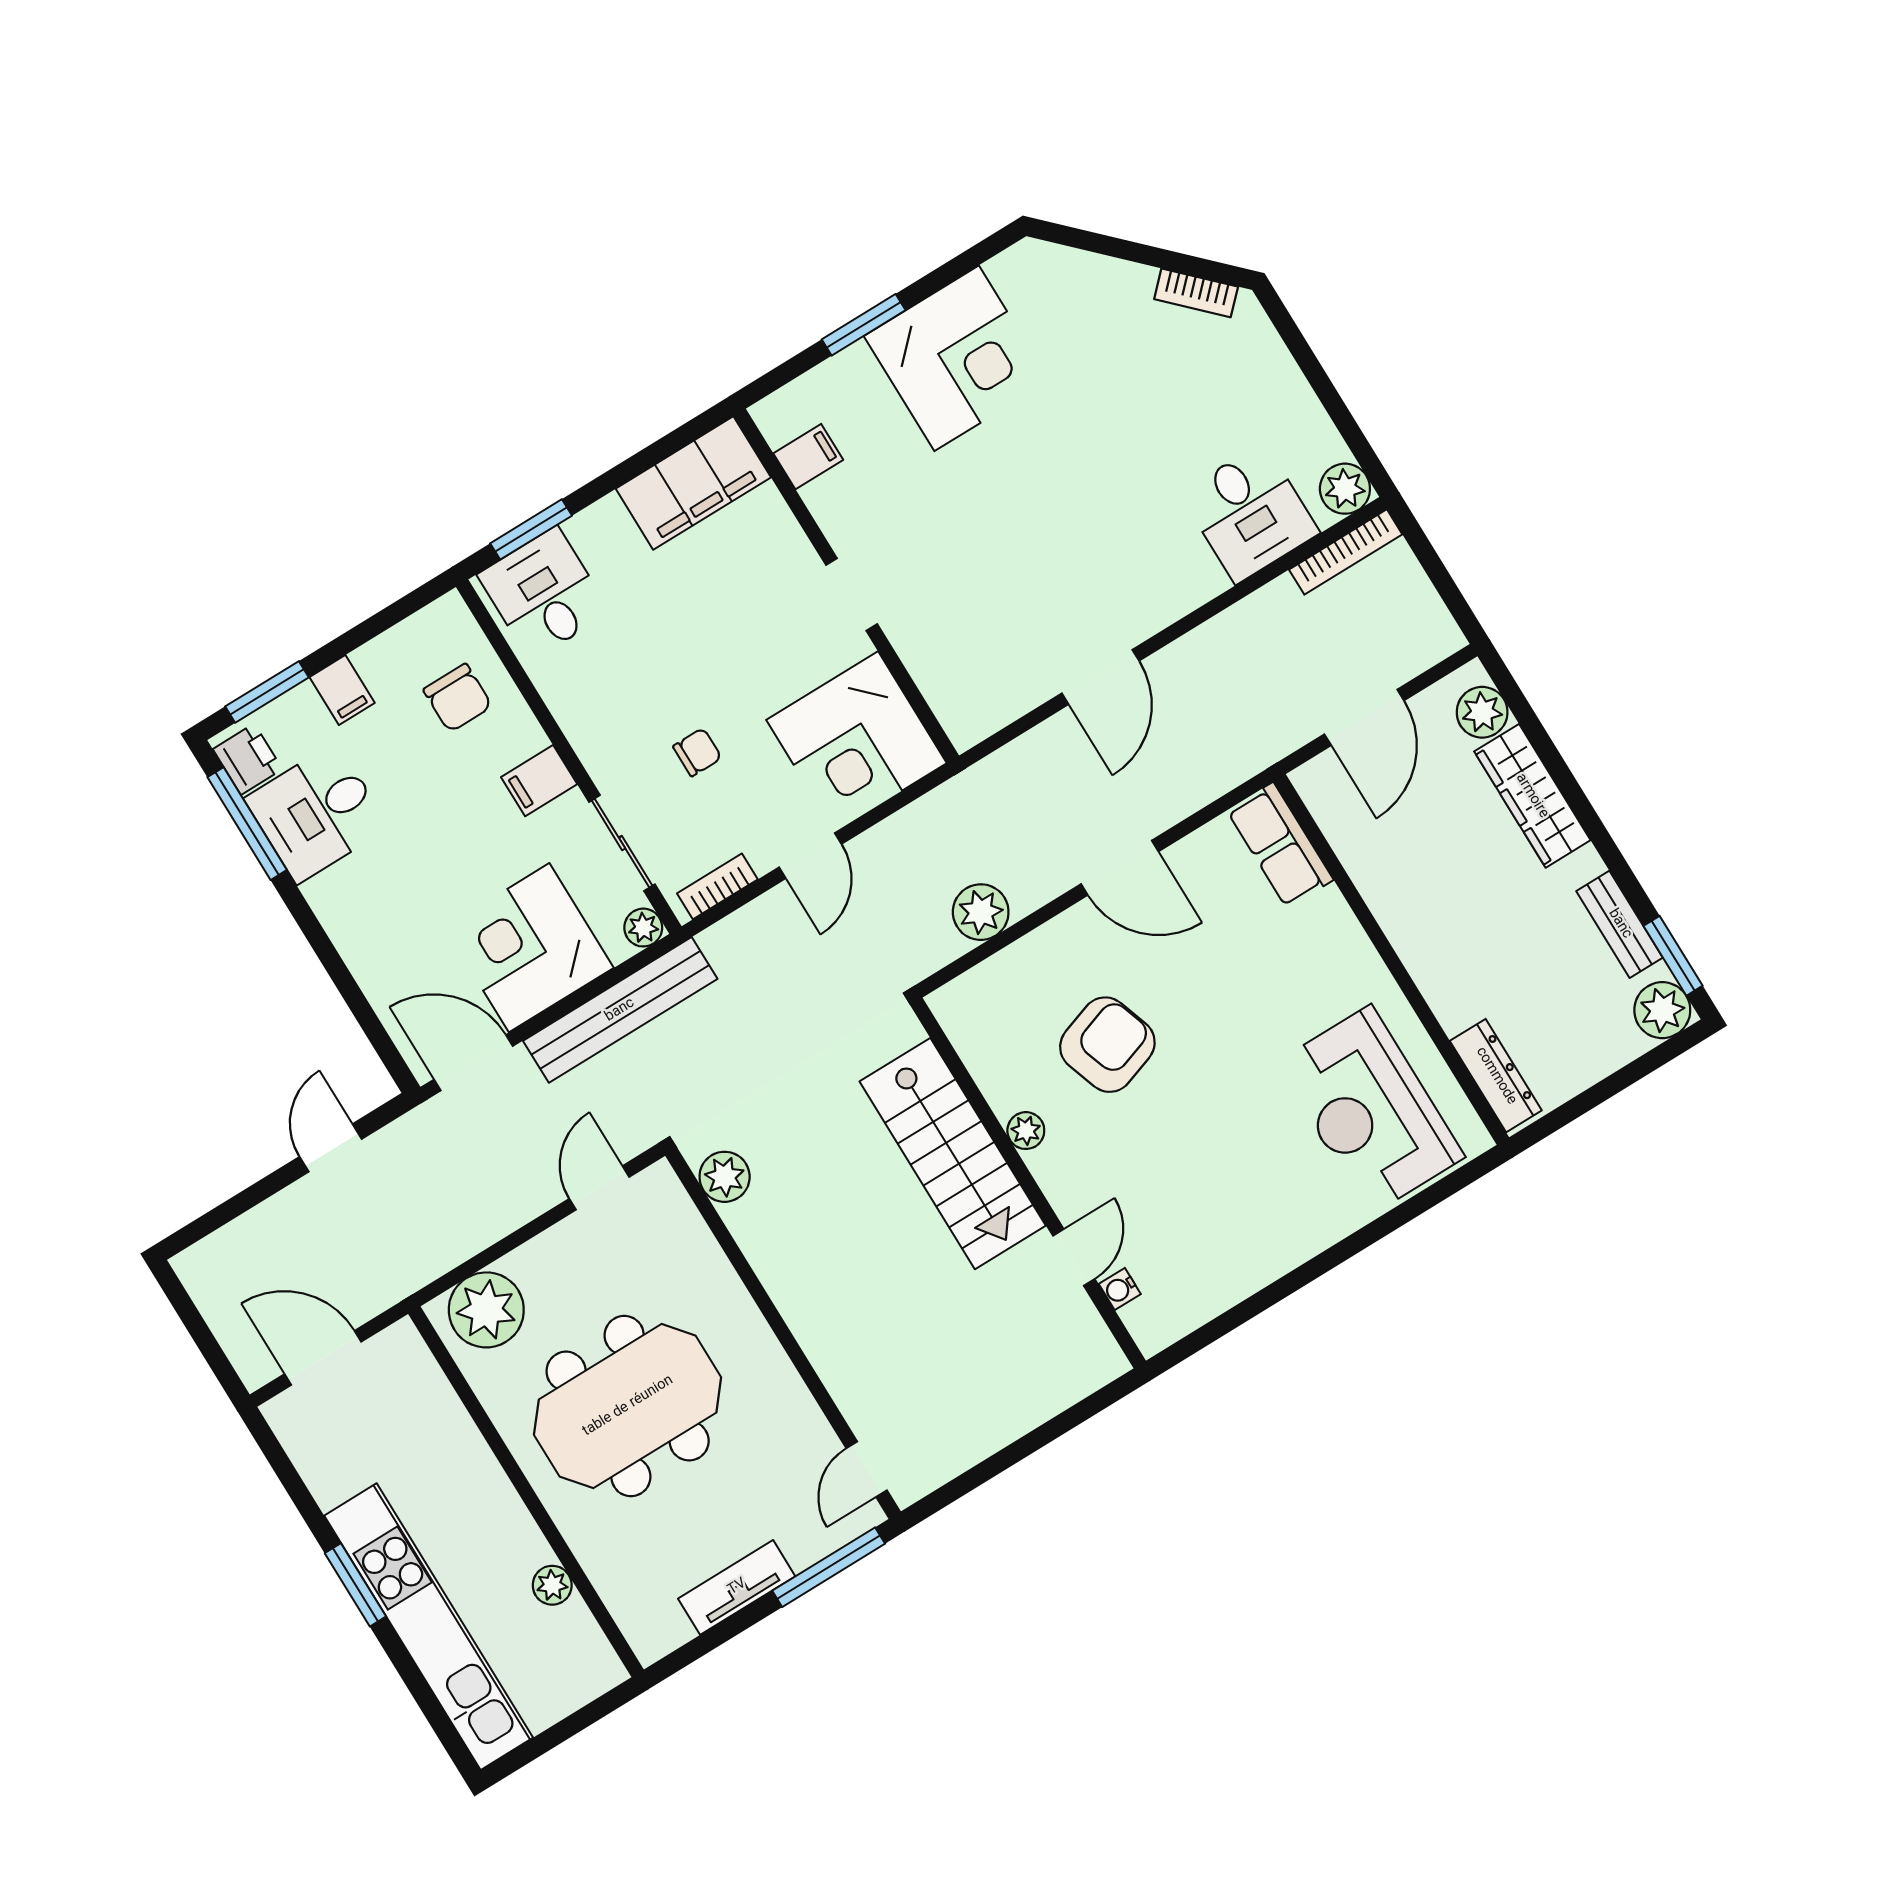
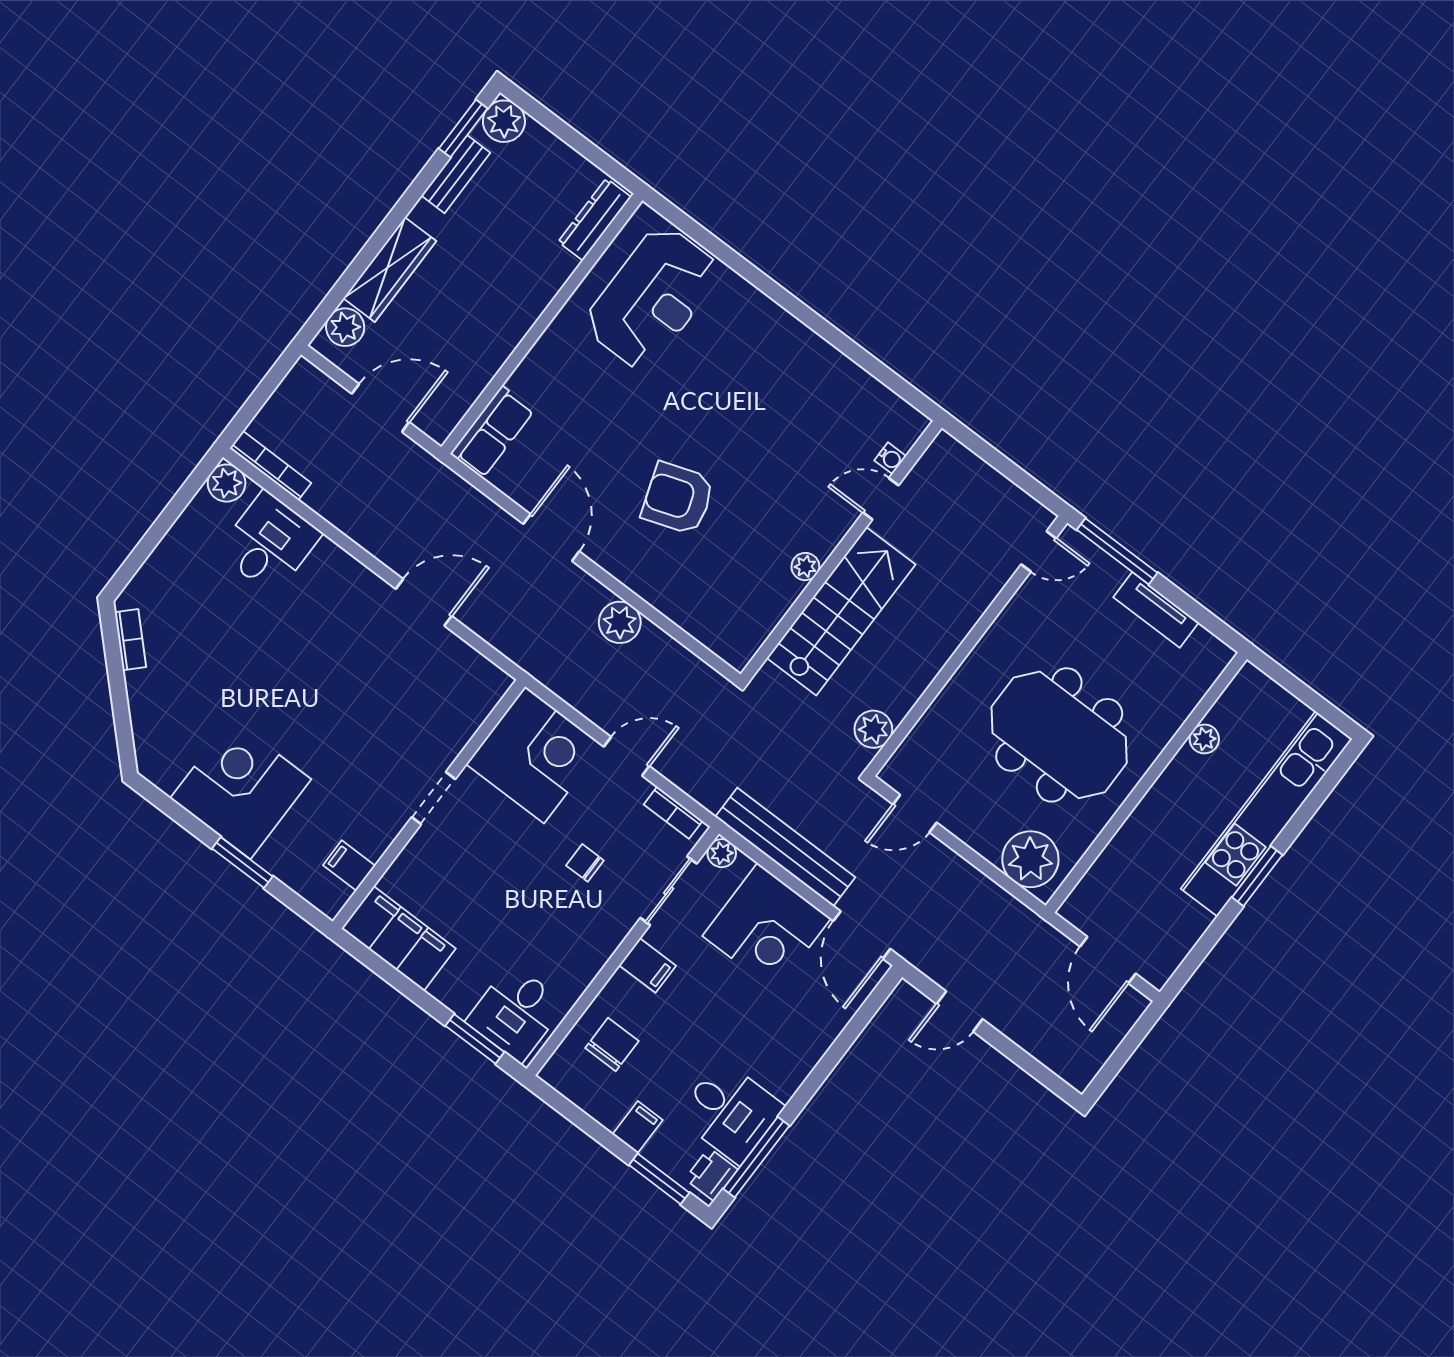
plant: (1026, 1131) -> (805, 567), moved
stairs: (953, 1154) -> (841, 611), moved
wall: (1028, 1183) -> (841, 551), moved
door: (1074, 1257) -> (881, 499), moved
water cooler: (1120, 1289) -> (890, 458), moved

